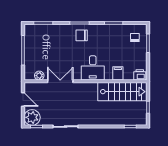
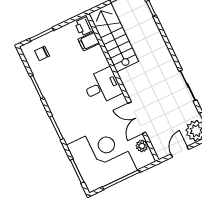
chair: (82, 35) -> (70, 118), removed
corner desk: (44, 44) -> (102, 158), added
filing cabinet: (118, 73) -> (89, 41), moved

